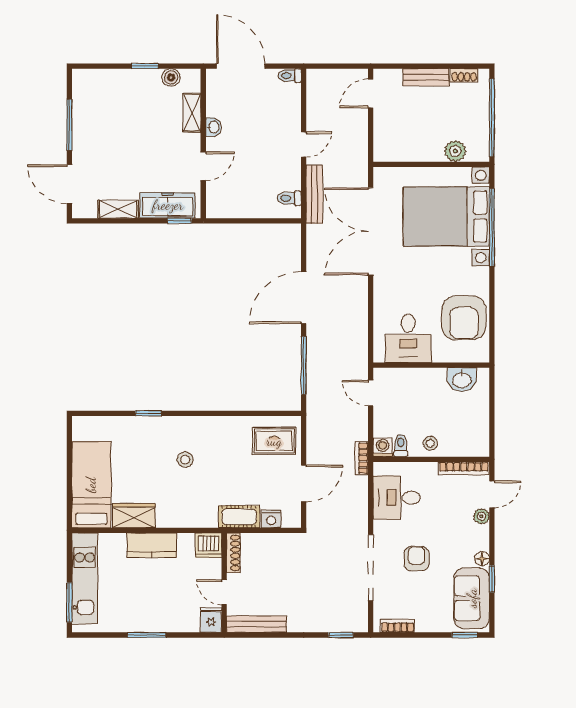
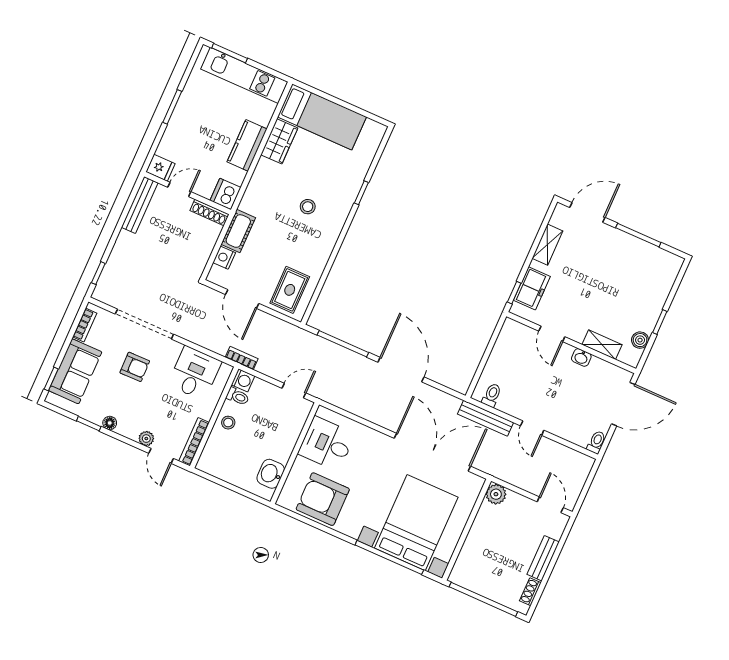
plant: (455, 151) -> (496, 494), moved
freezer: (168, 205) -> (532, 288), width x0.71
sofa: (472, 598) -> (75, 371), moved, turned 90

